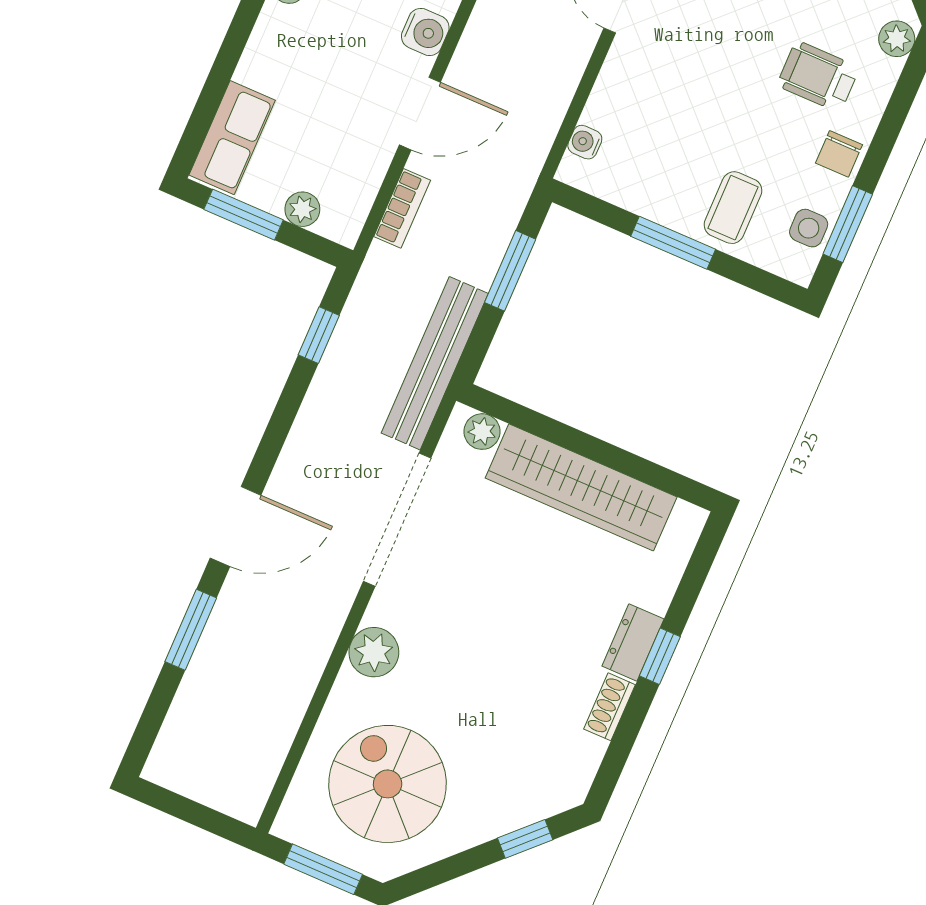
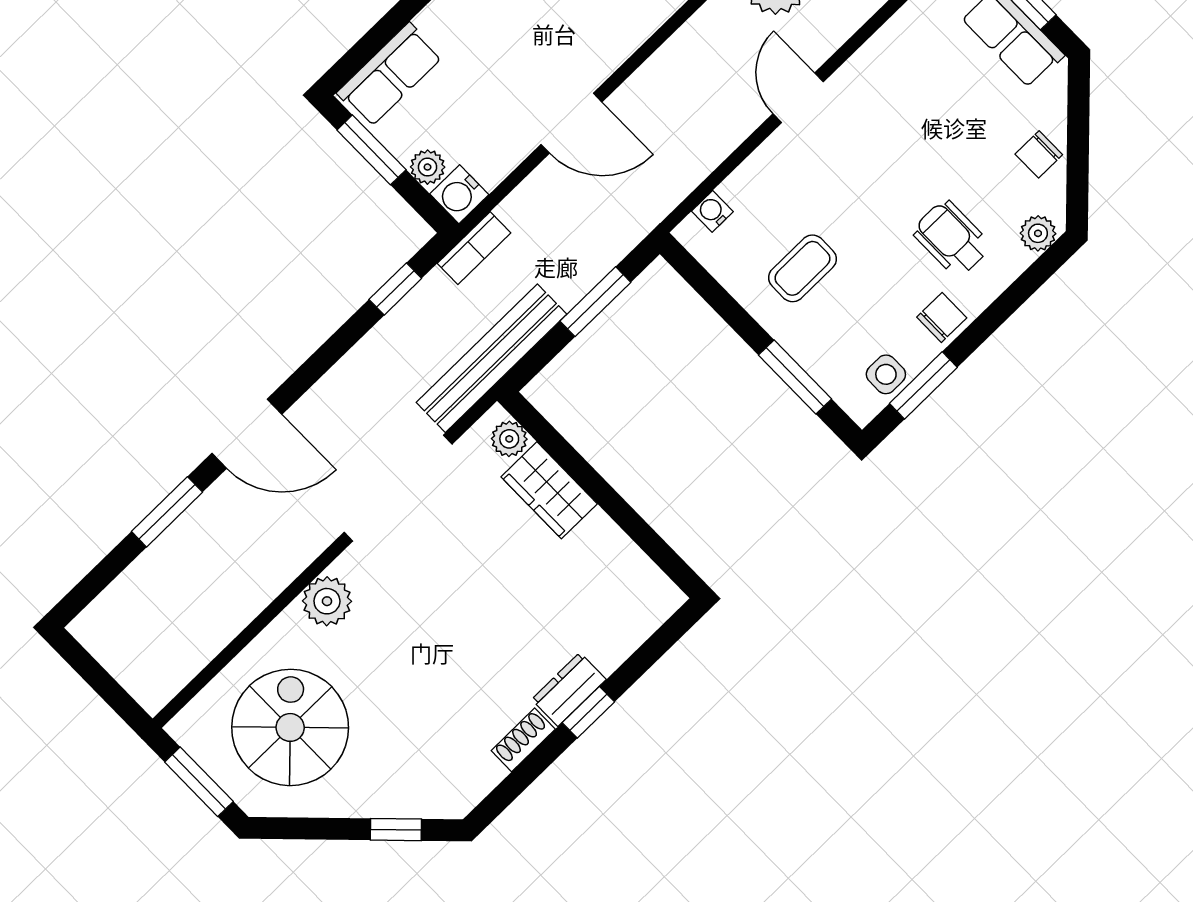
water cooler: (425, 32) -> (459, 194), moved, turned 90
chair: (839, 154) -> (942, 317), turned 180
bookcase: (402, 208) -> (474, 248), moved
coffee table: (733, 208) -> (802, 268), moved
window: (673, 243) -> (795, 377), moved
wardrobe: (581, 487) -> (549, 490), width x0.48, depth x0.85

